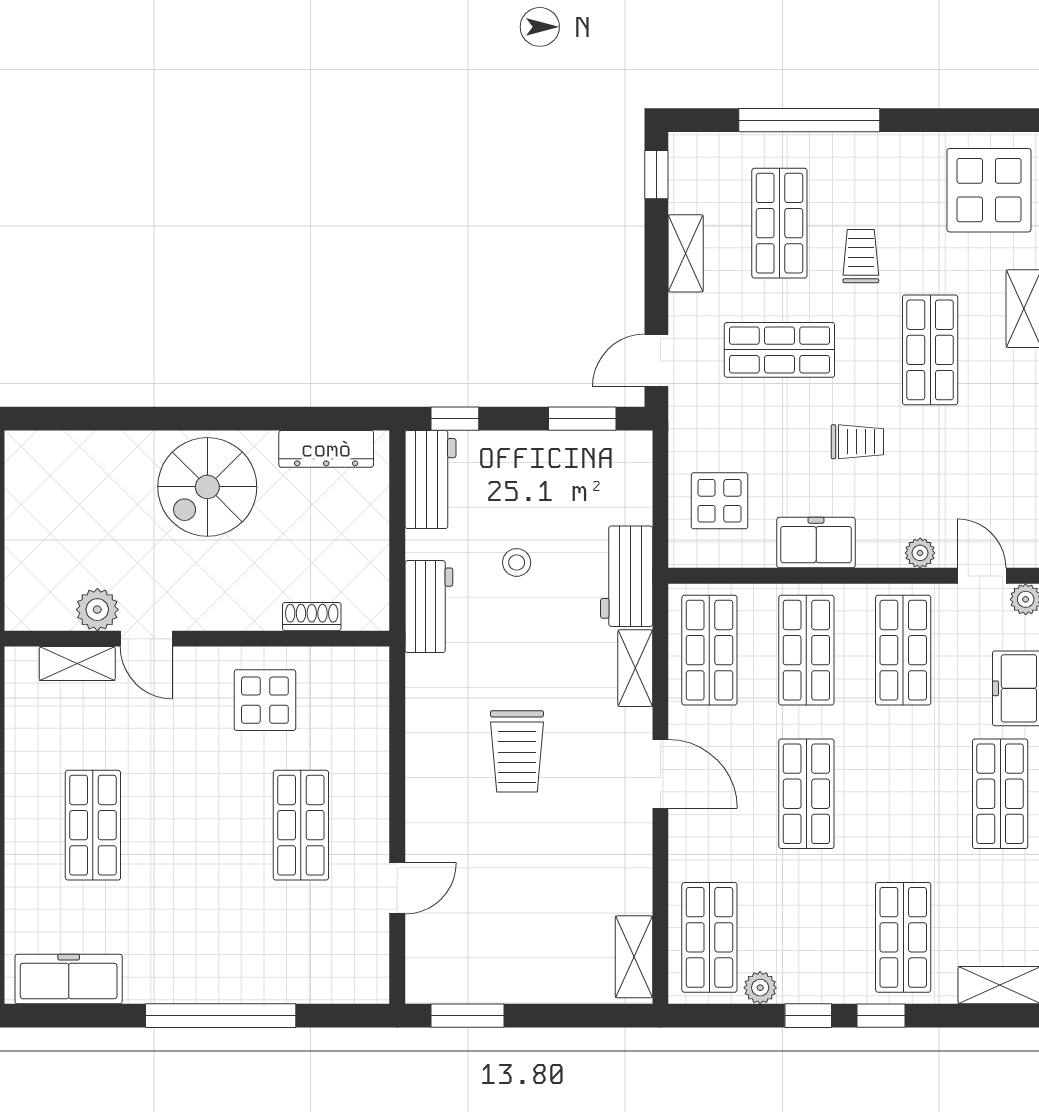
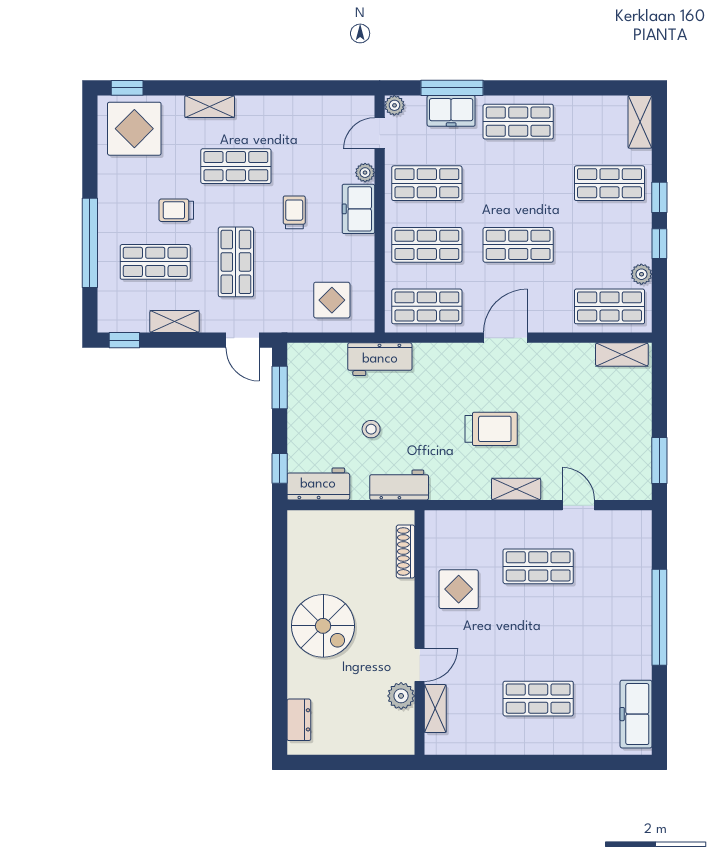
dresser: (326, 449) -> (299, 720), moved, width x0.70
freezer: (816, 543) -> (358, 209), moved
shoe rack: (312, 617) -> (405, 551), width x1.43
shelving: (635, 668) -> (516, 489), moved

